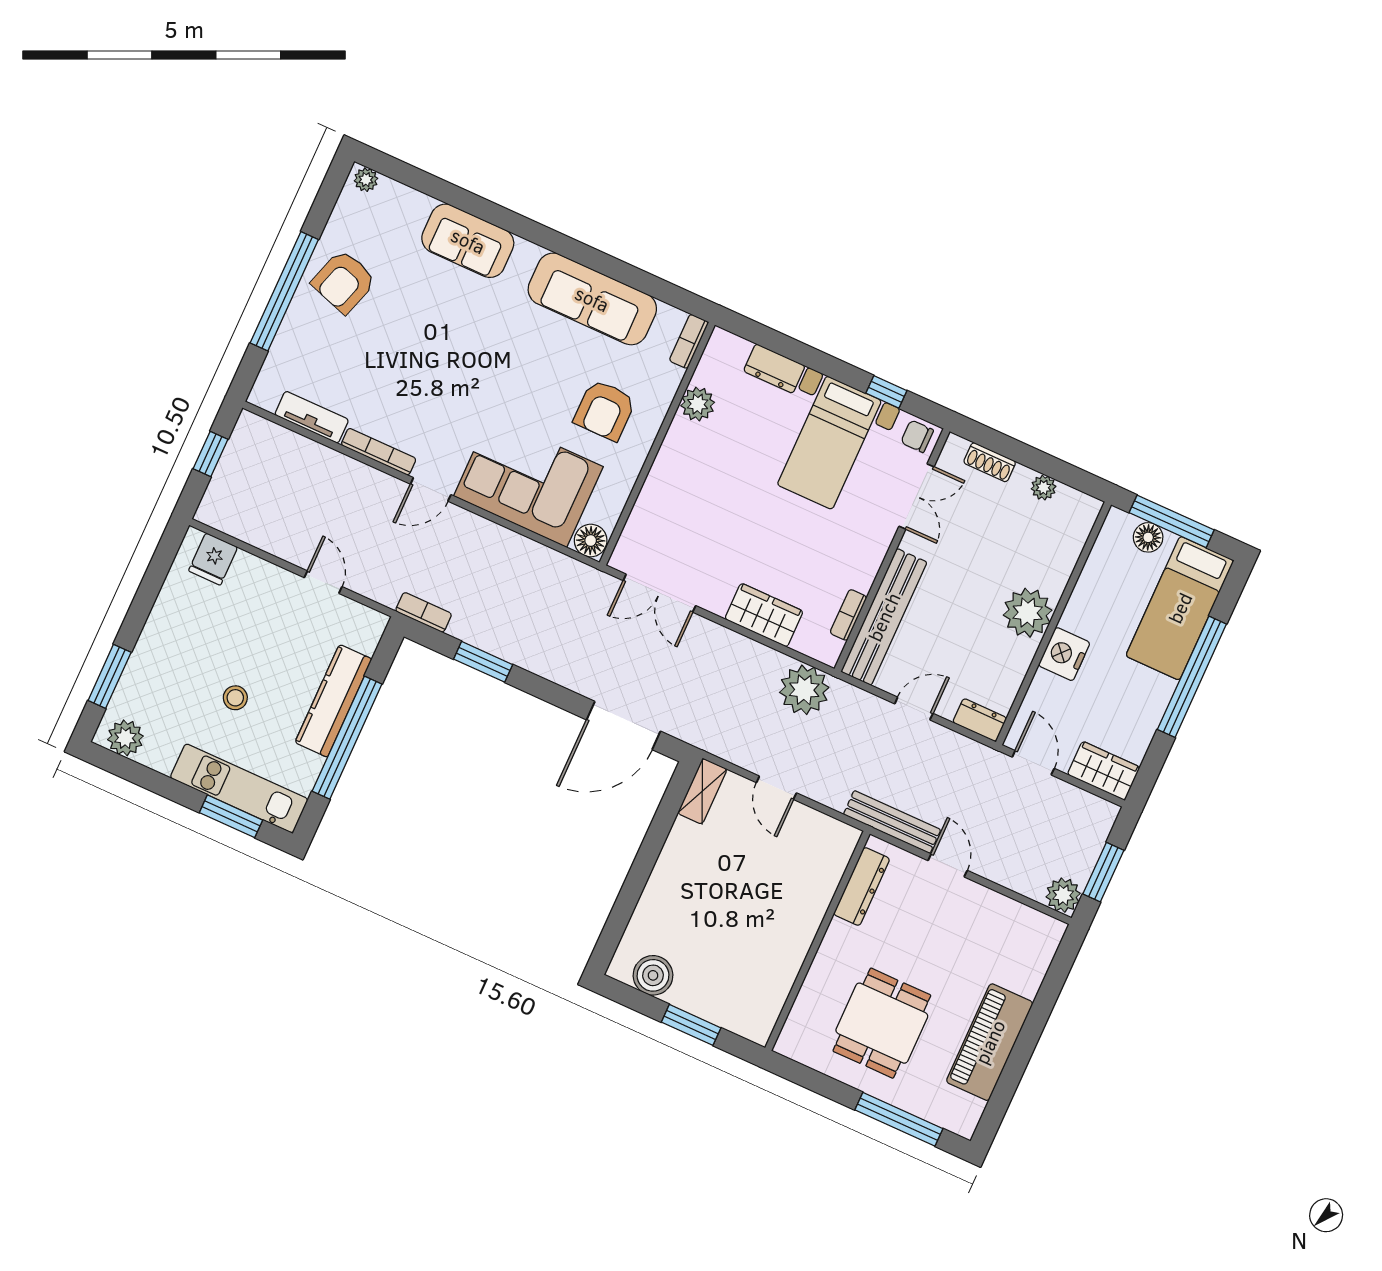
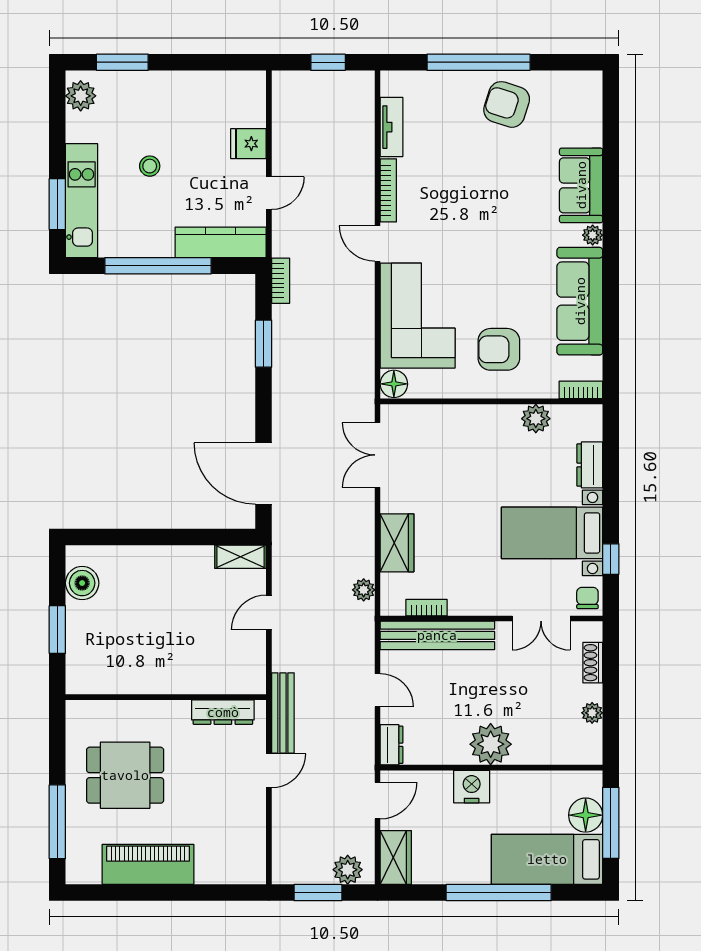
plant: (366, 180) -> (593, 235), moved
floor lamp: (1148, 537) -> (586, 815), width x1.38, depth x1.38
fridge: (213, 559) -> (248, 144), moved
plant: (804, 690) -> (364, 590), width x0.53, depth x0.53
kitchen counter: (333, 701) -> (221, 242), moved
plant: (1063, 895) -> (348, 870), moved

